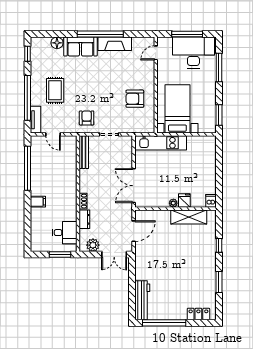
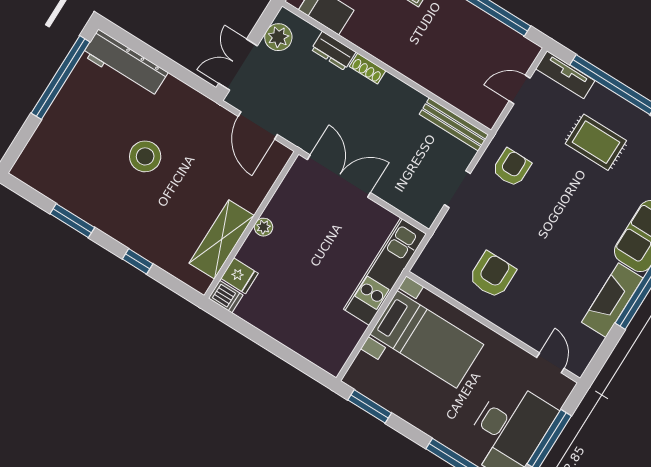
armchair: (87, 118) -> (512, 168), turned -90
fridge: (184, 200) -> (240, 276), moved
stool: (175, 269) -> (145, 156), added
locker: (198, 314) -> (38, 149), removed

